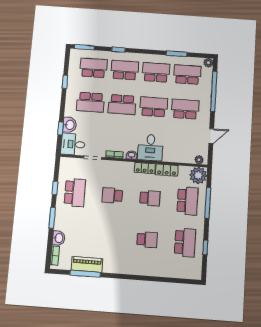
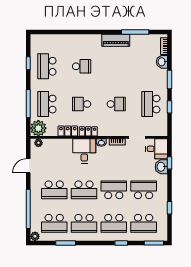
school desk: (147, 240) -> (82, 66), turned 180
piano: (87, 264) -> (116, 40), moved

